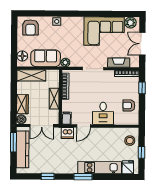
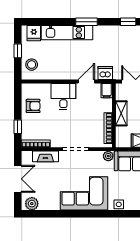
corner sofa: (104, 31) -> (84, 193), moved

